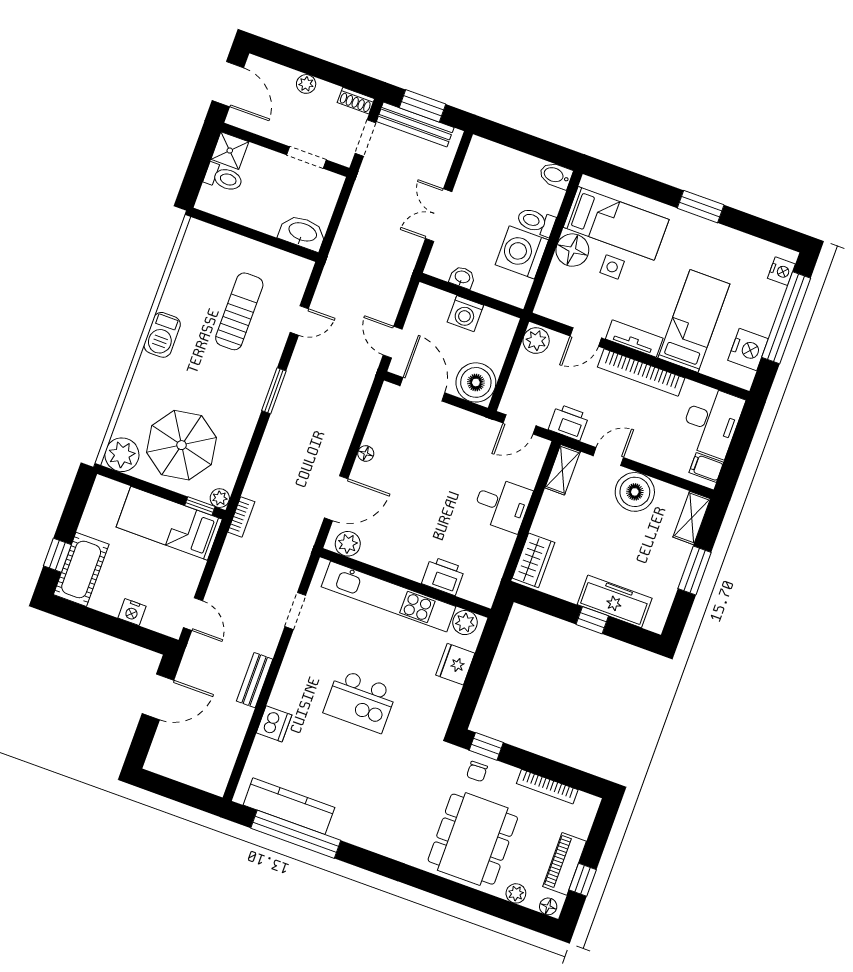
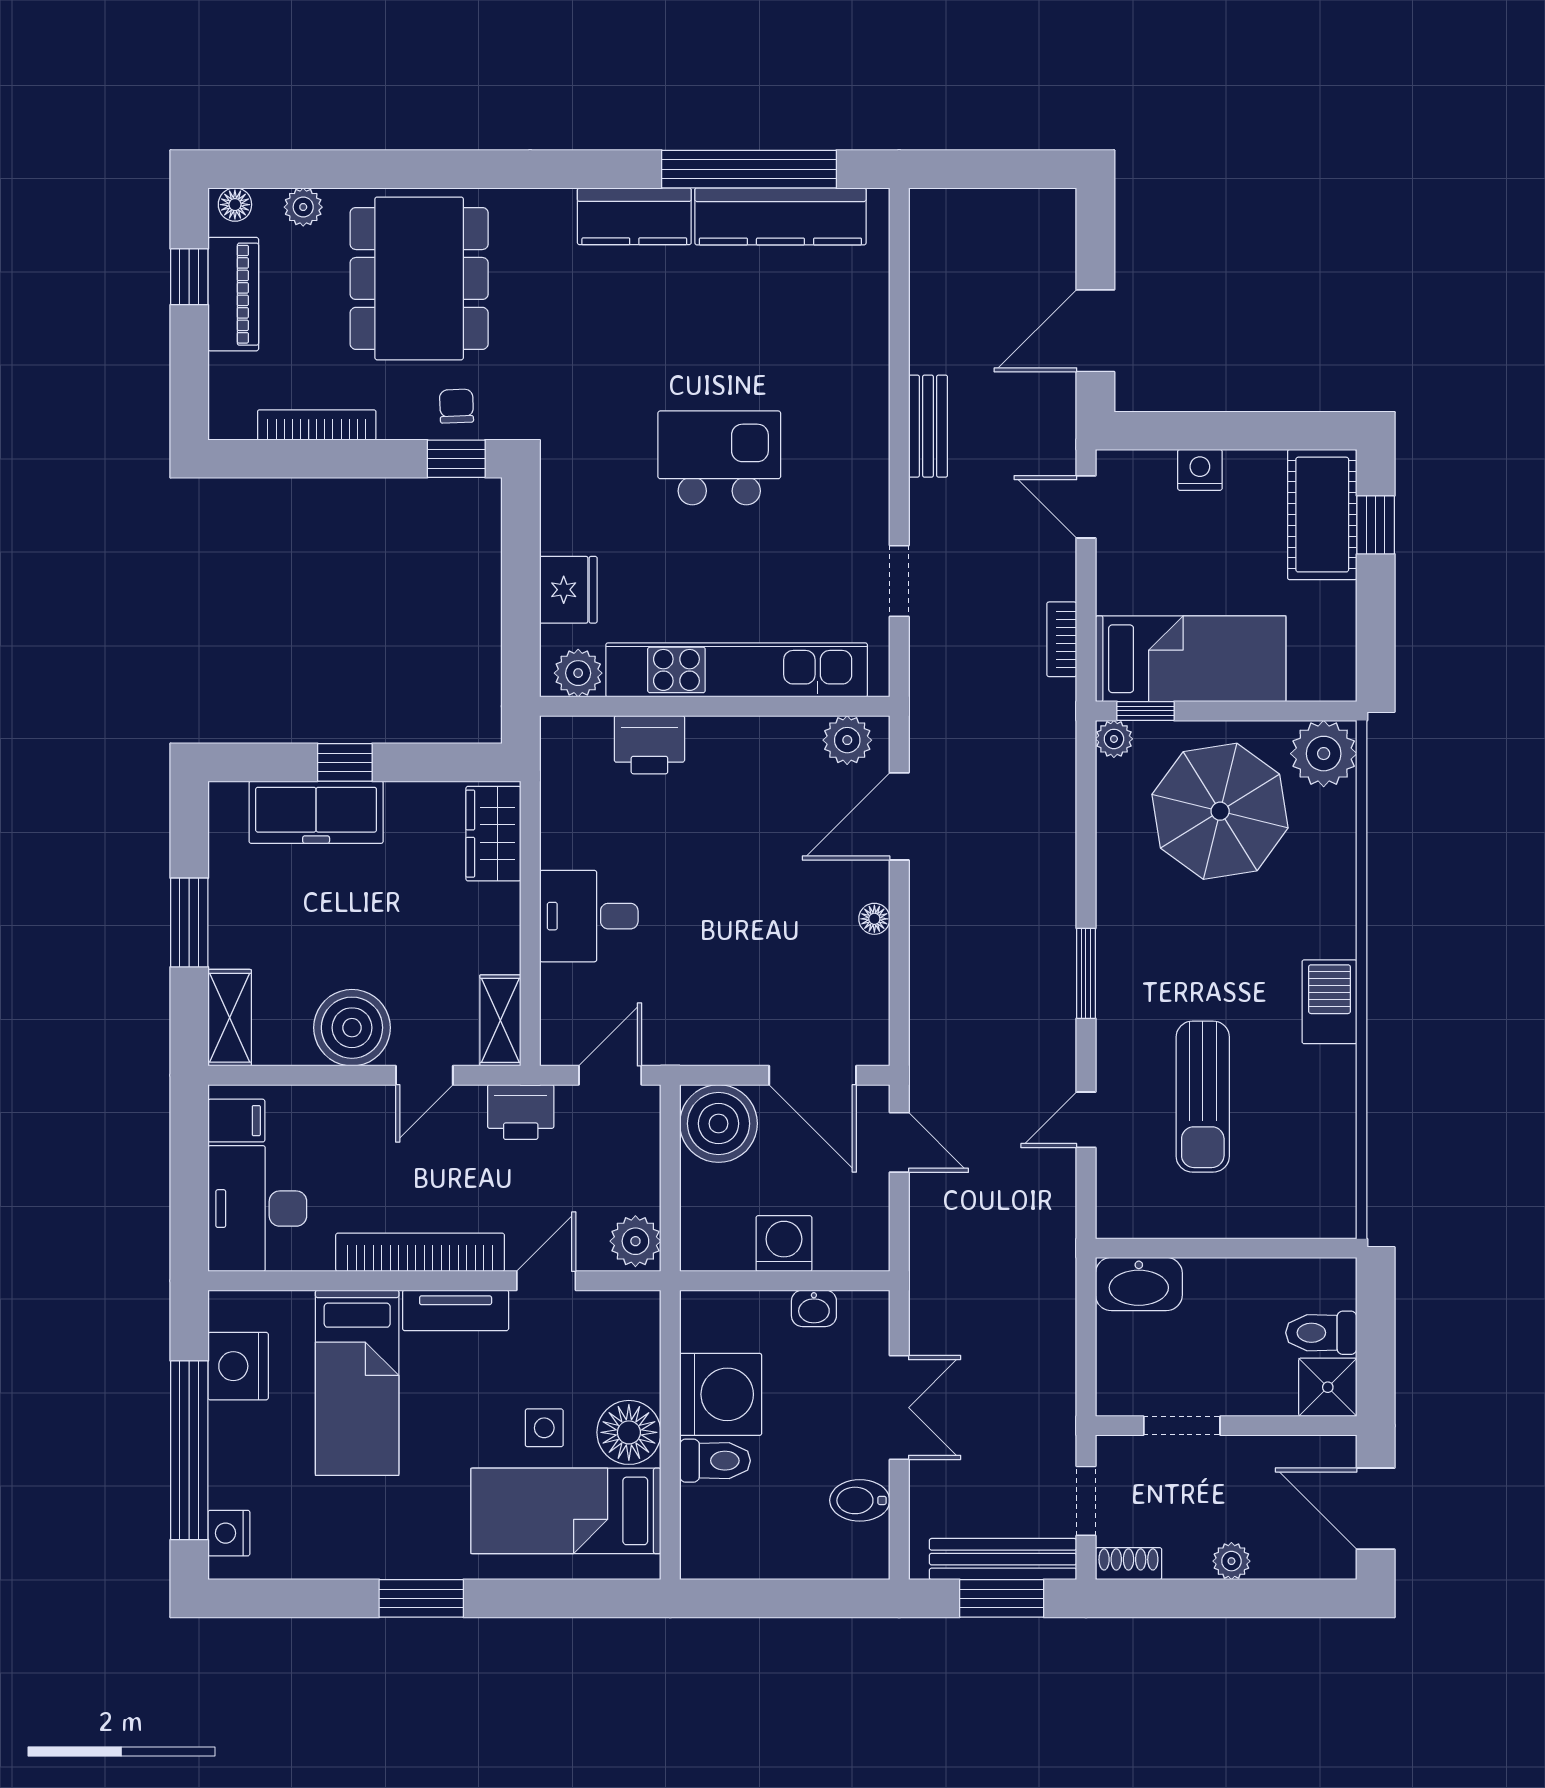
bidet: (556, 175) -> (860, 1500), moved, turned 180
bookcase: (241, 517) -> (1062, 639), moved
dishwasher: (274, 724) -> (863, 358), removed
kitchen counter: (359, 832) -> (634, 216), added

